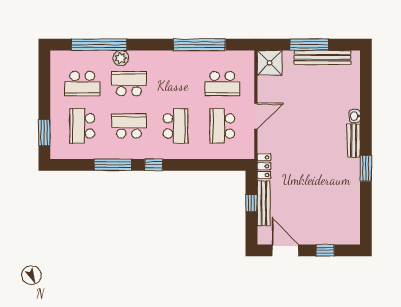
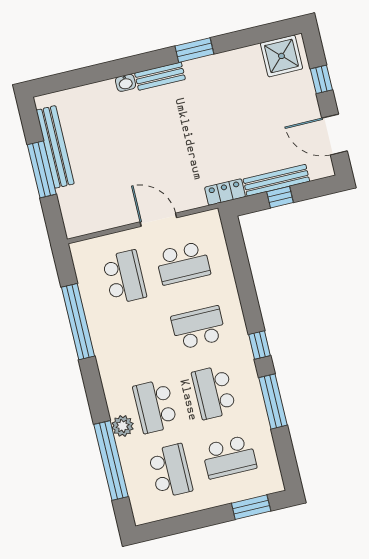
shower: (270, 63) -> (281, 56), moved
door: (285, 250) -> (334, 135), hinge flipped

